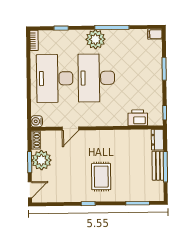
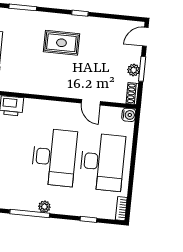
plant: (95, 39) -> (44, 207), width x0.53, depth x0.53
door: (70, 128) -> (91, 102), swing flipped
plant: (41, 160) -> (134, 70), width x0.53, depth x0.53
rug: (101, 177) -> (61, 43), turned 90

